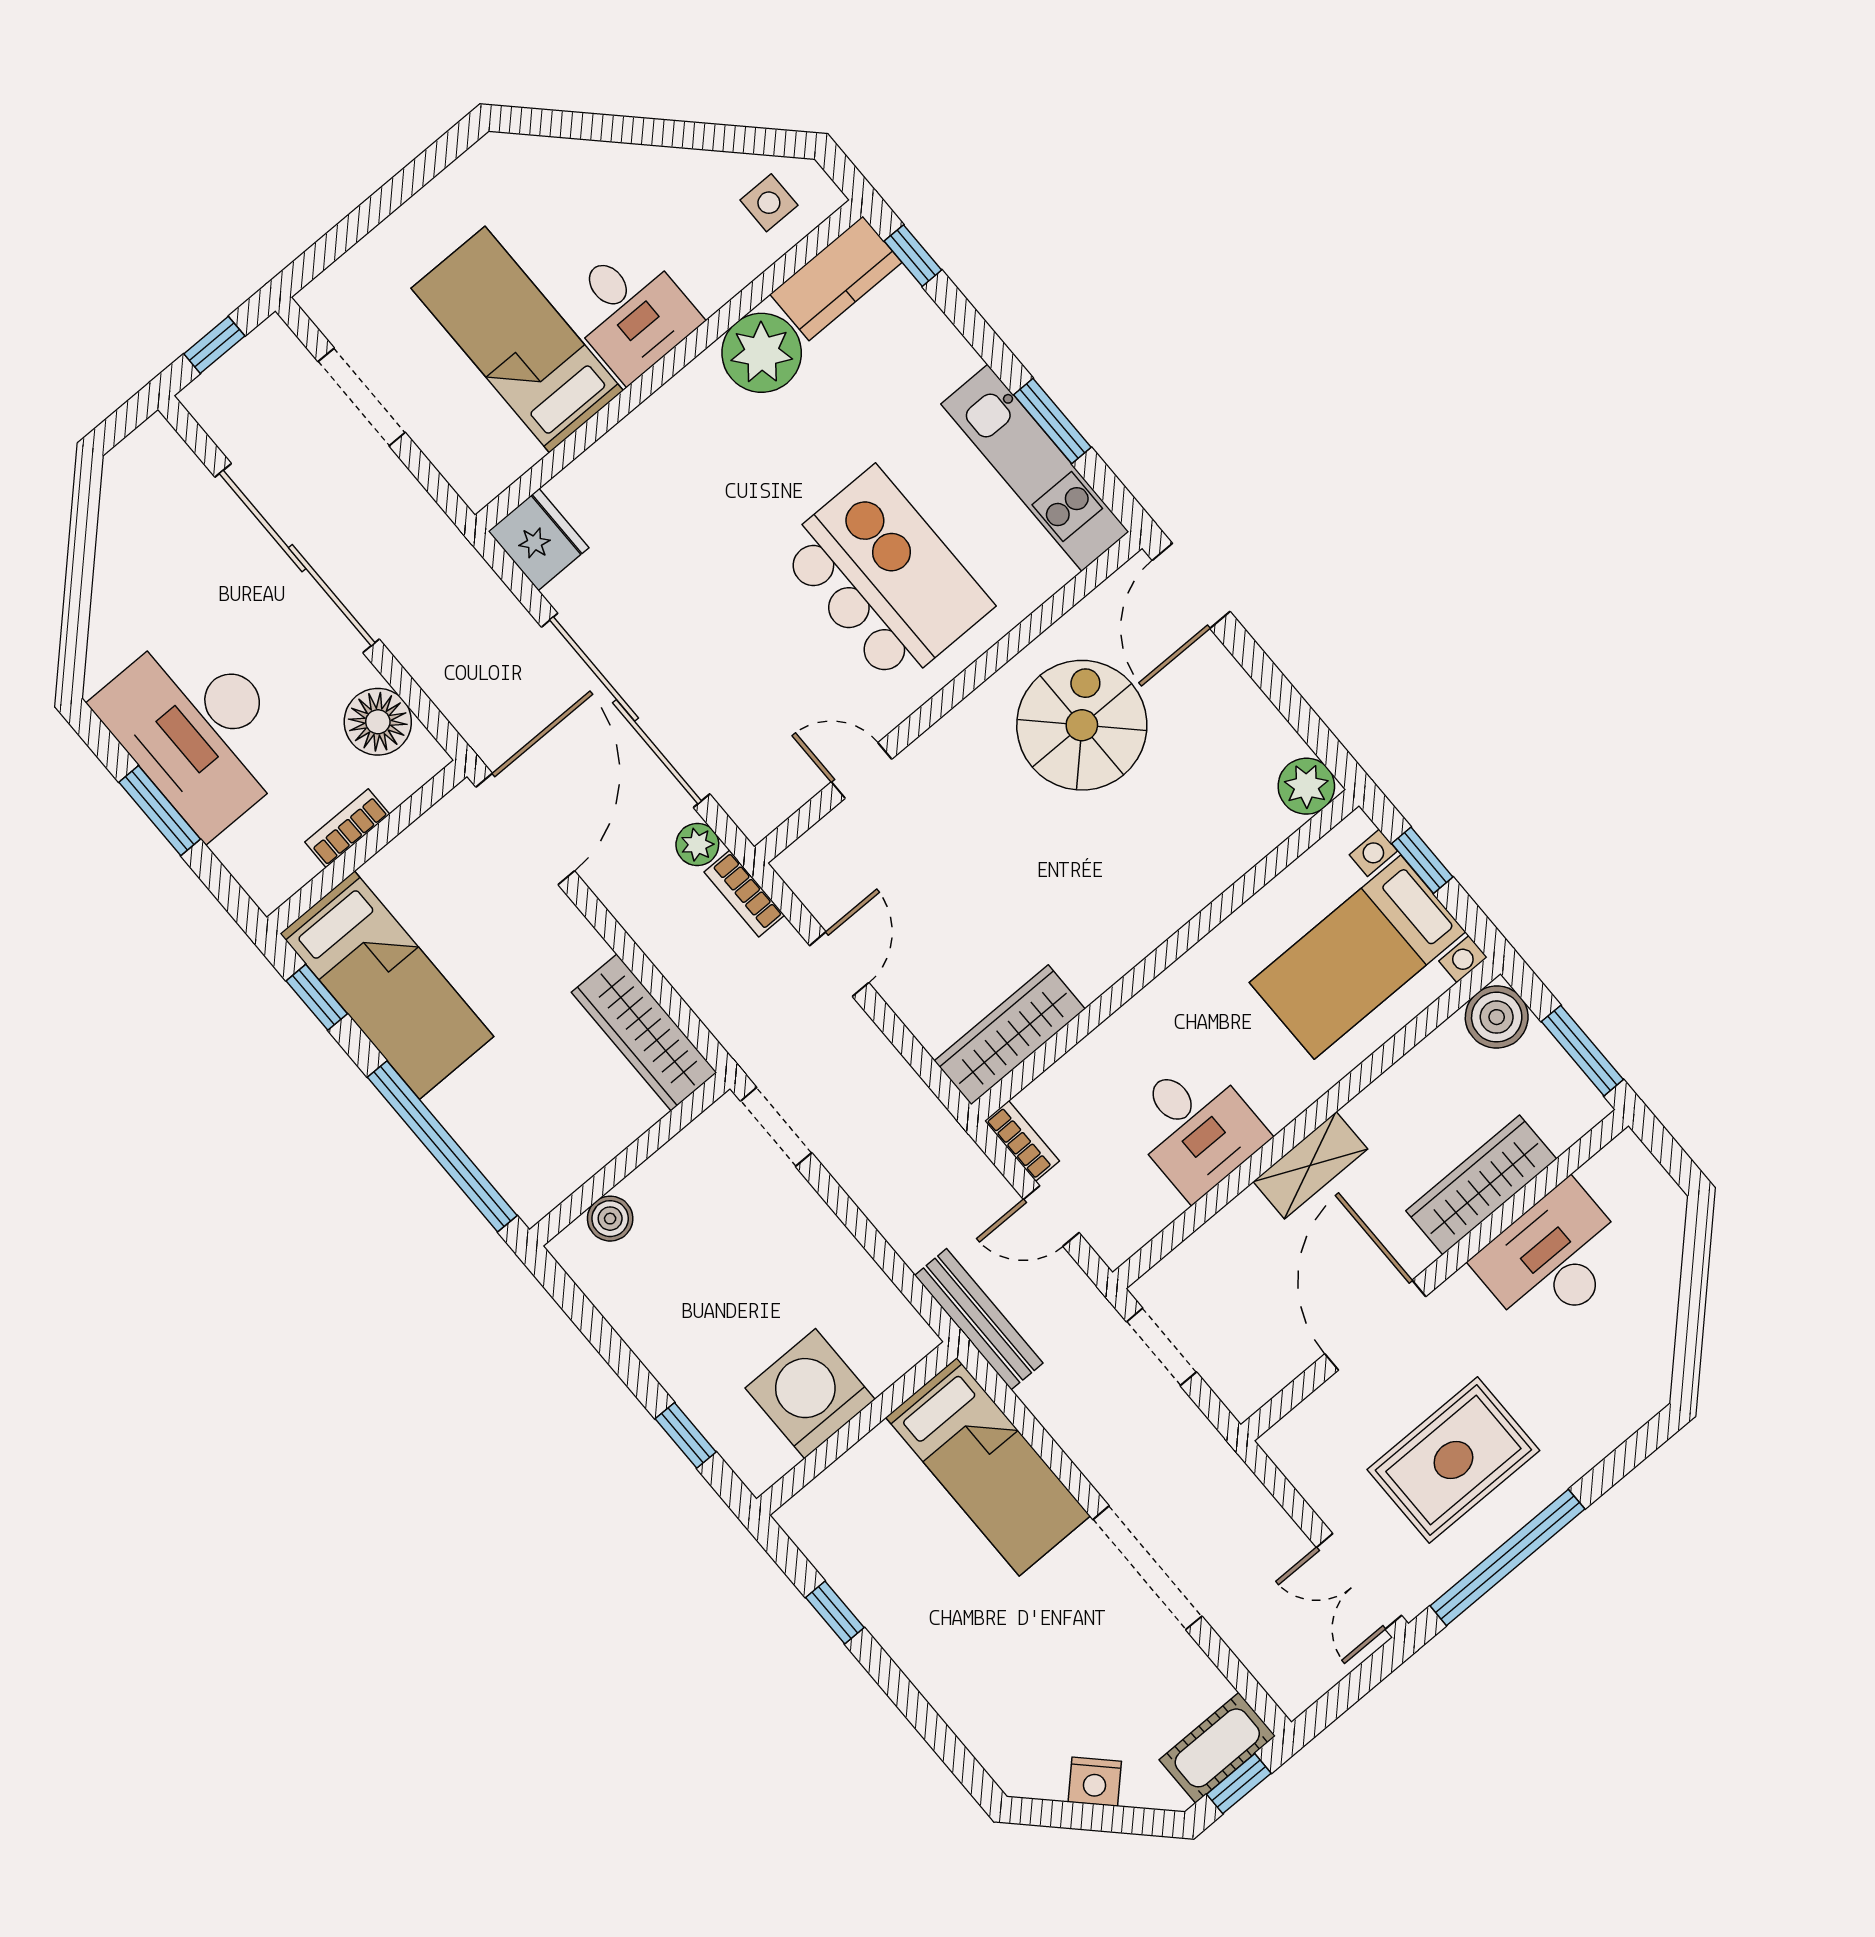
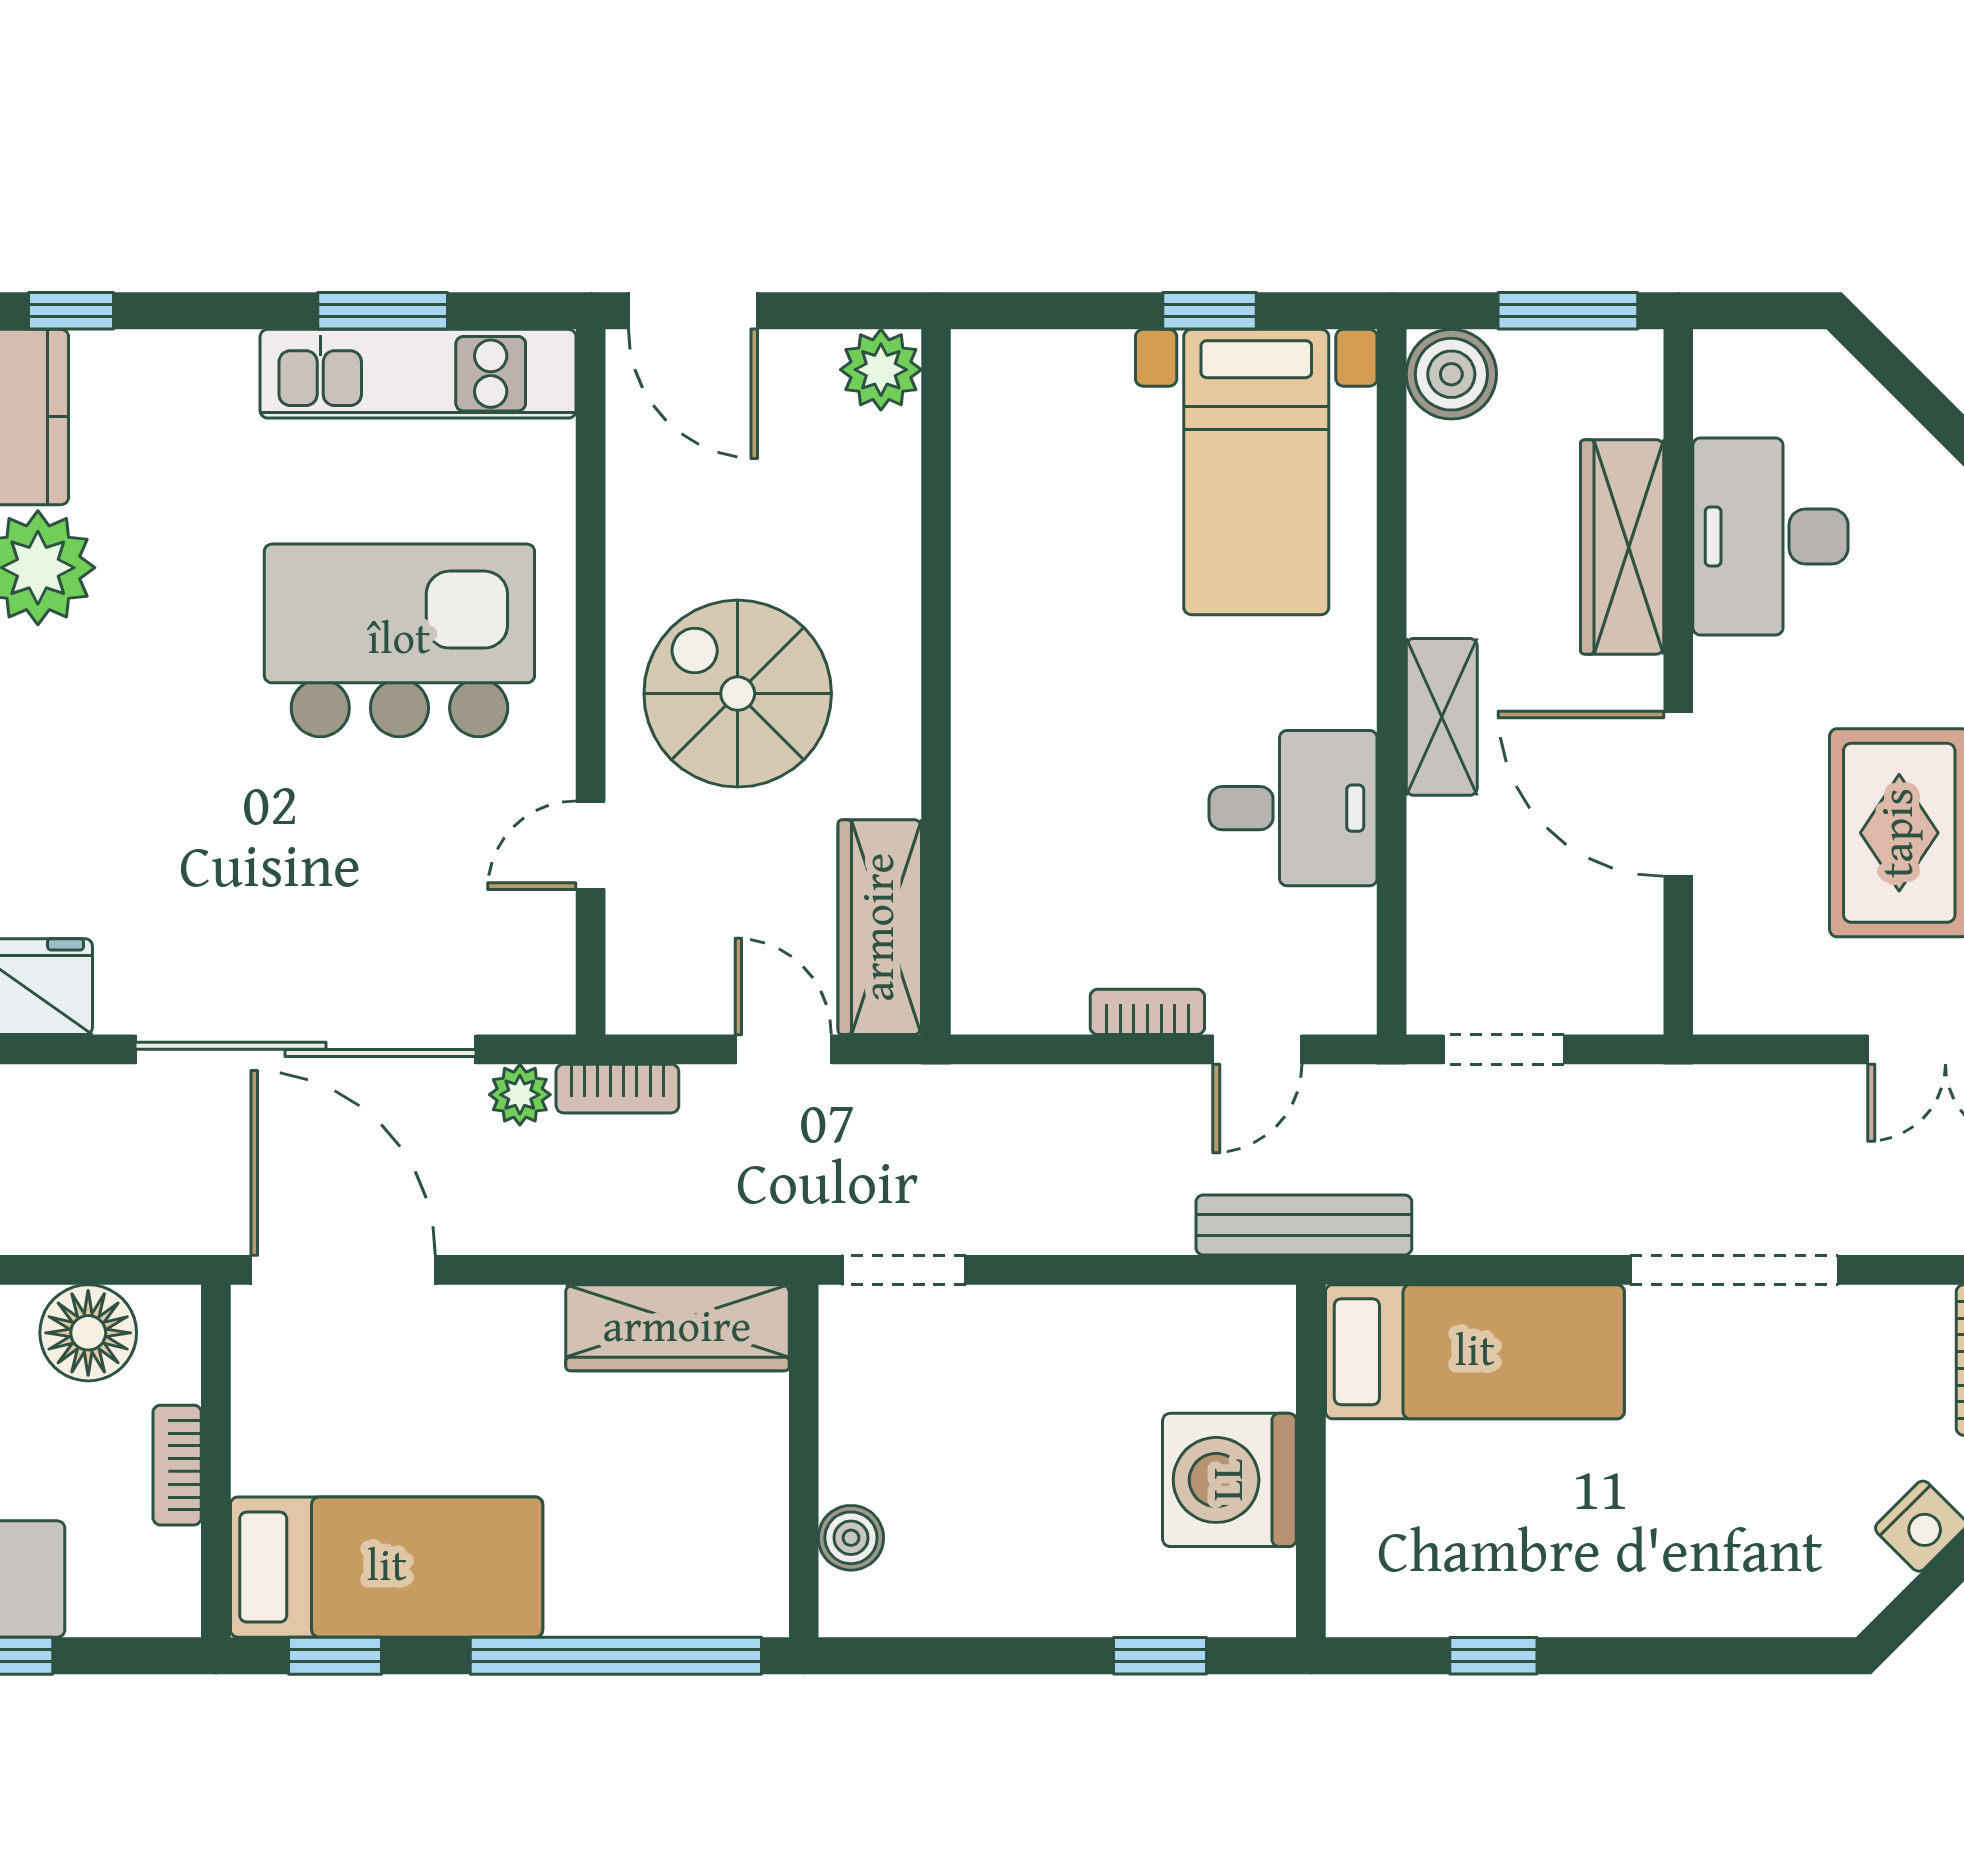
spiral stairs: (1082, 725) -> (738, 694), moved
plant: (1306, 786) -> (881, 370), moved
wall: (1165, 955) -> (936, 682), moved
wardrobe: (1010, 1035) -> (880, 927), moved

